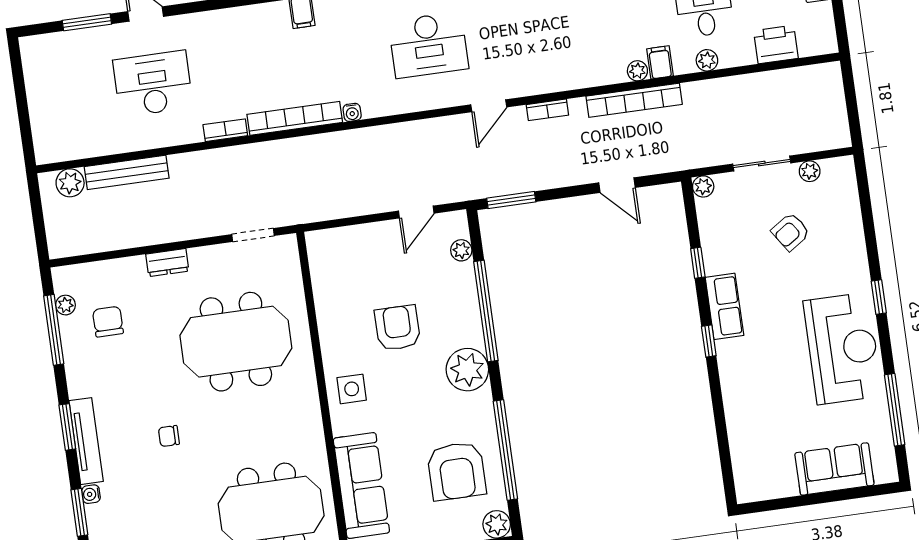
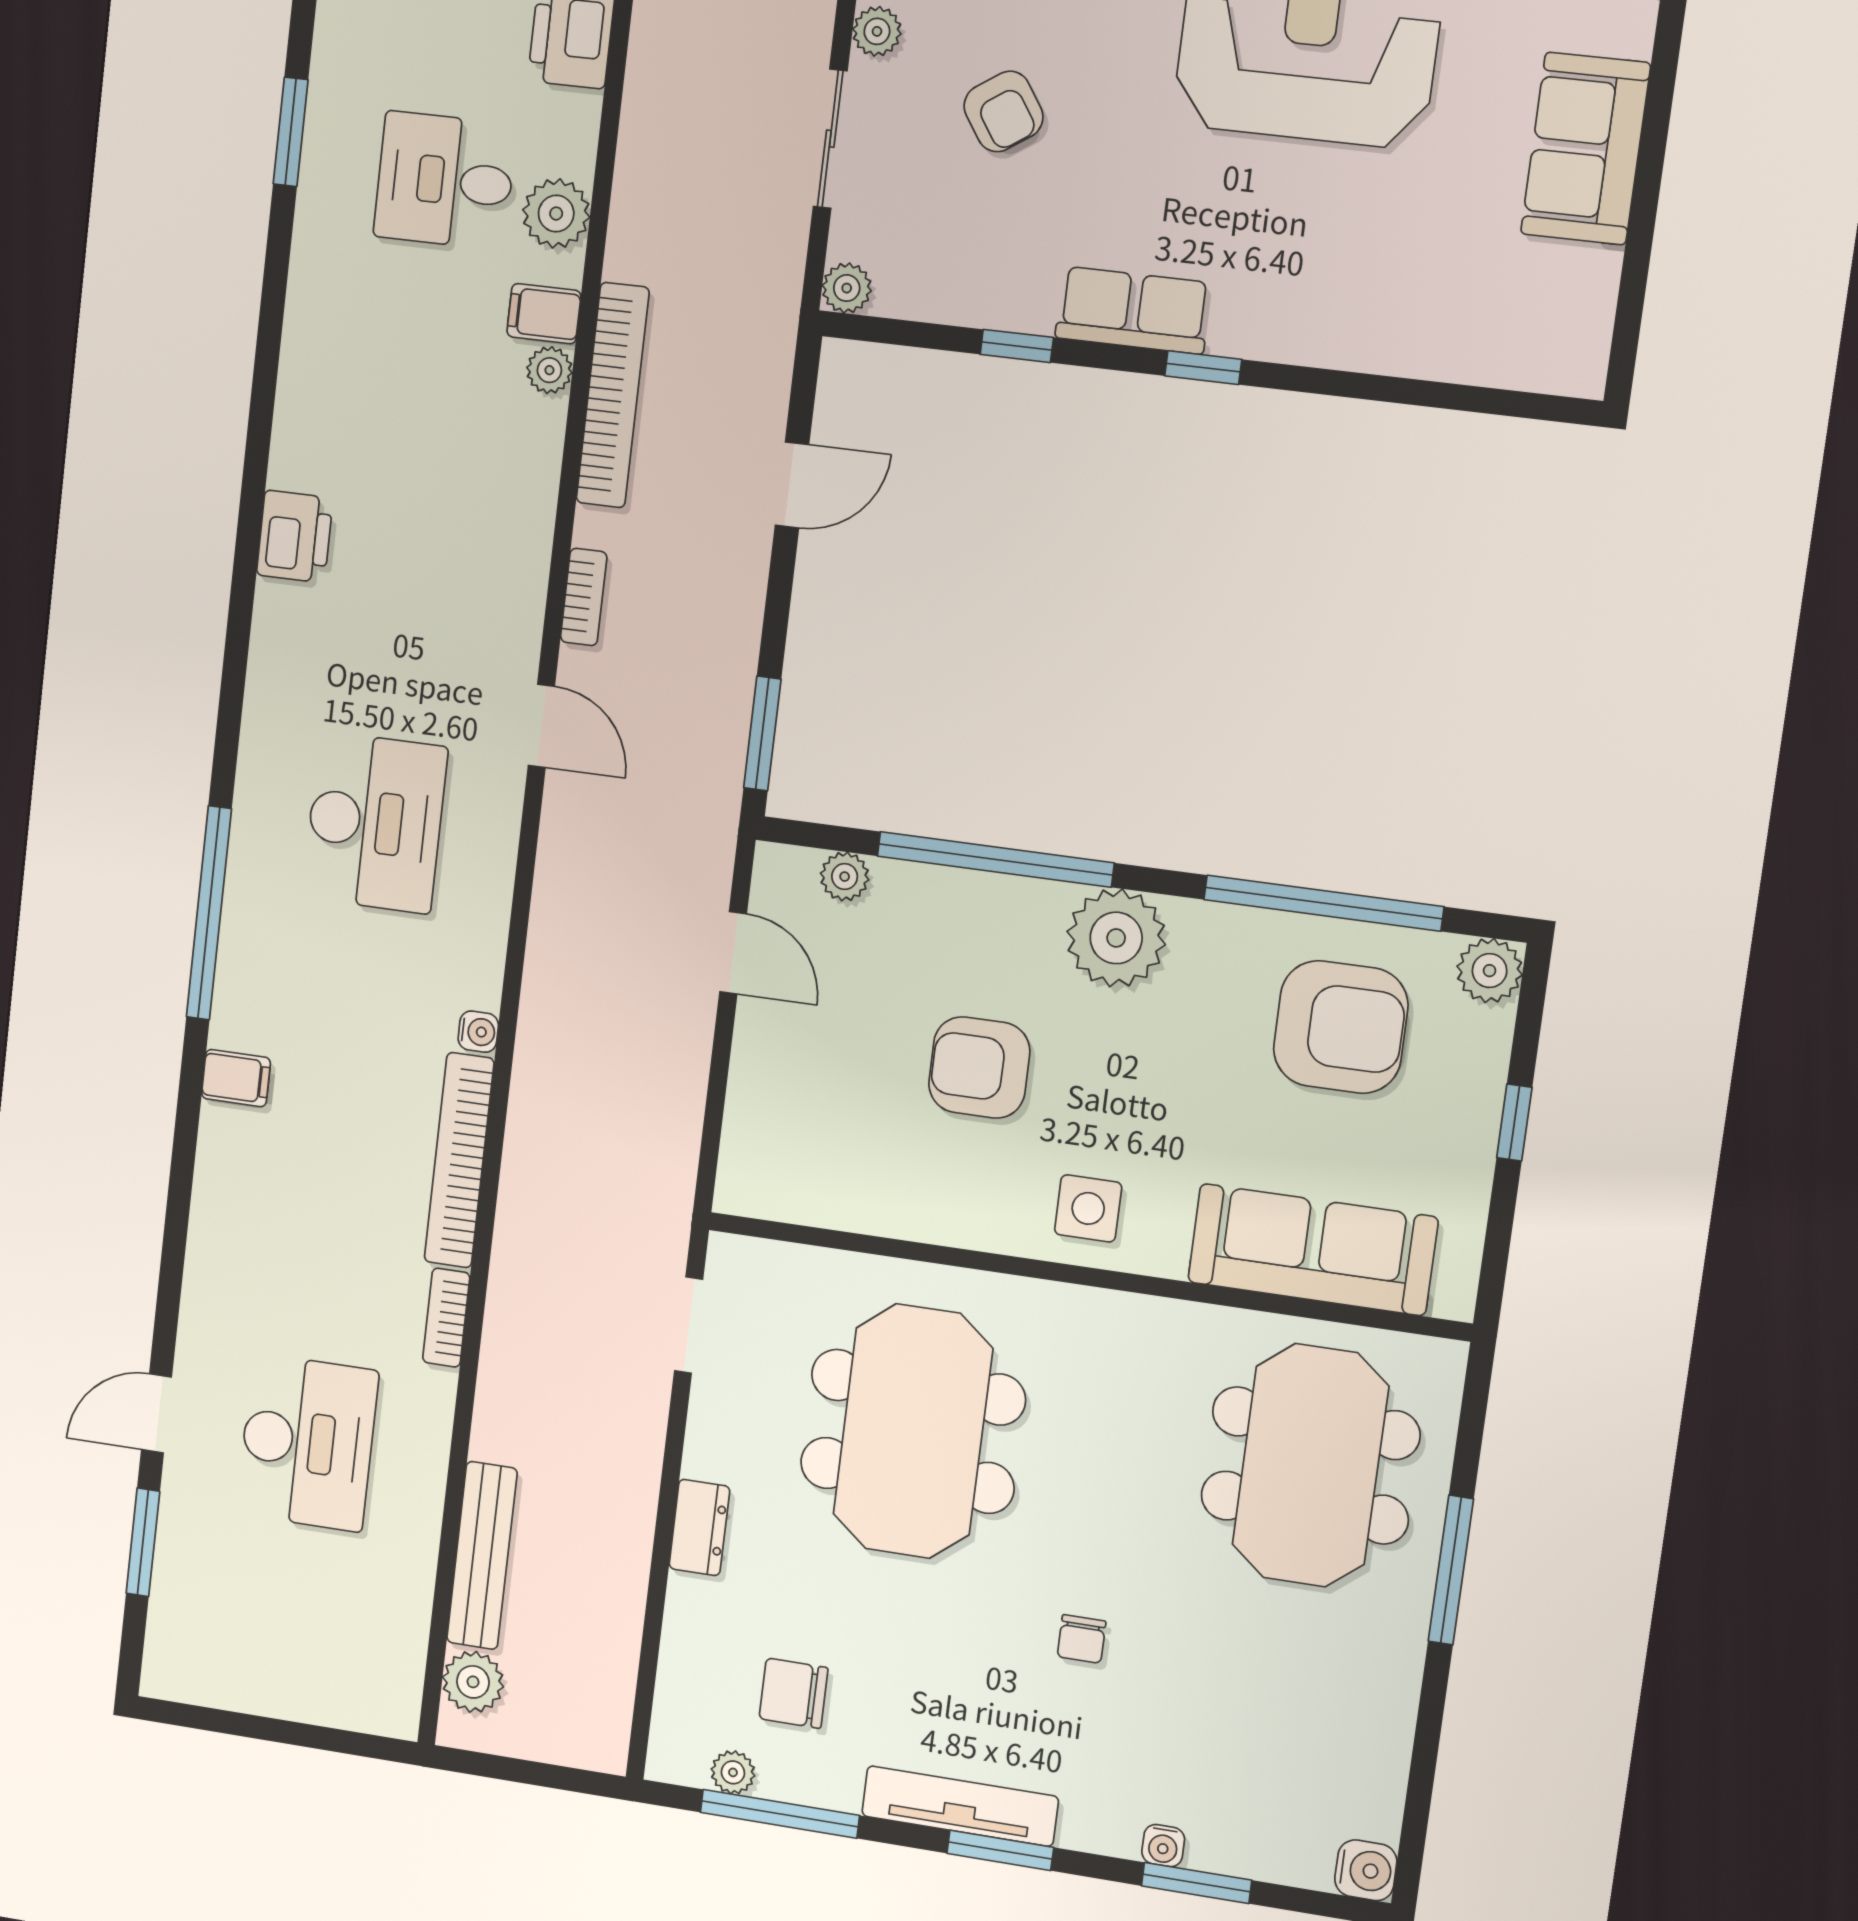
plant: (707, 60) -> (556, 214), width x1.38, depth x1.38
desk: (153, 84) -> (307, 1442), turned 180
tv unit: (86, 441) -> (960, 1806), moved

